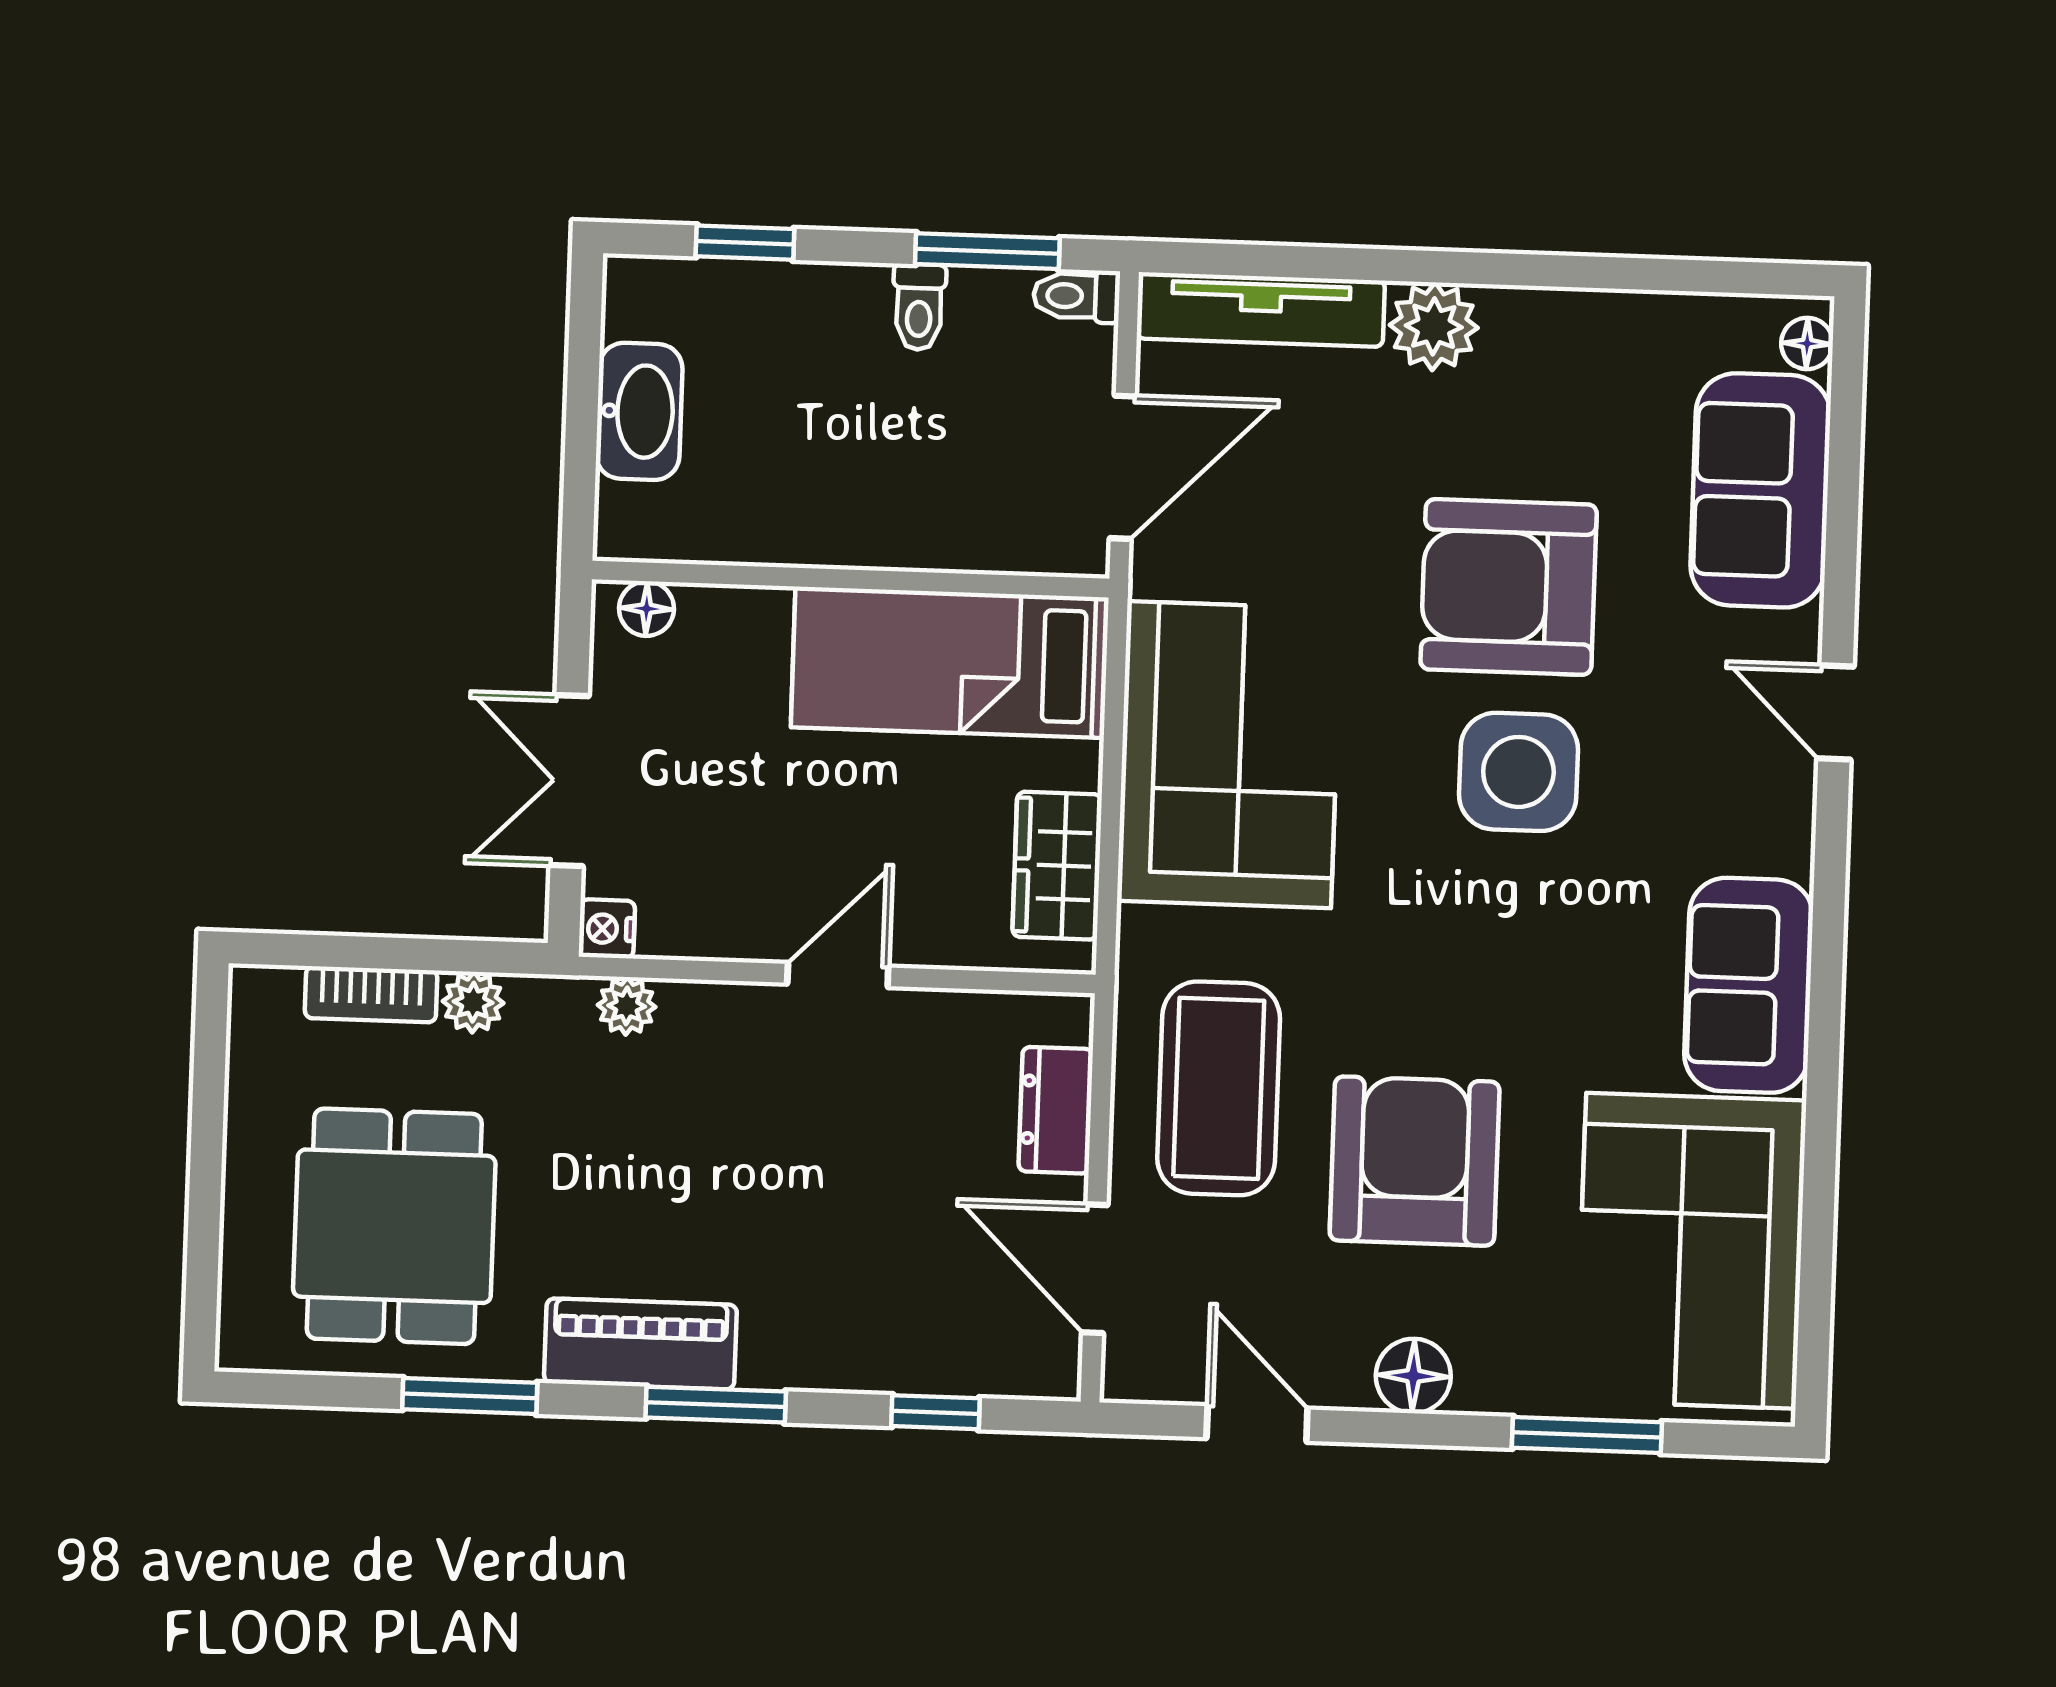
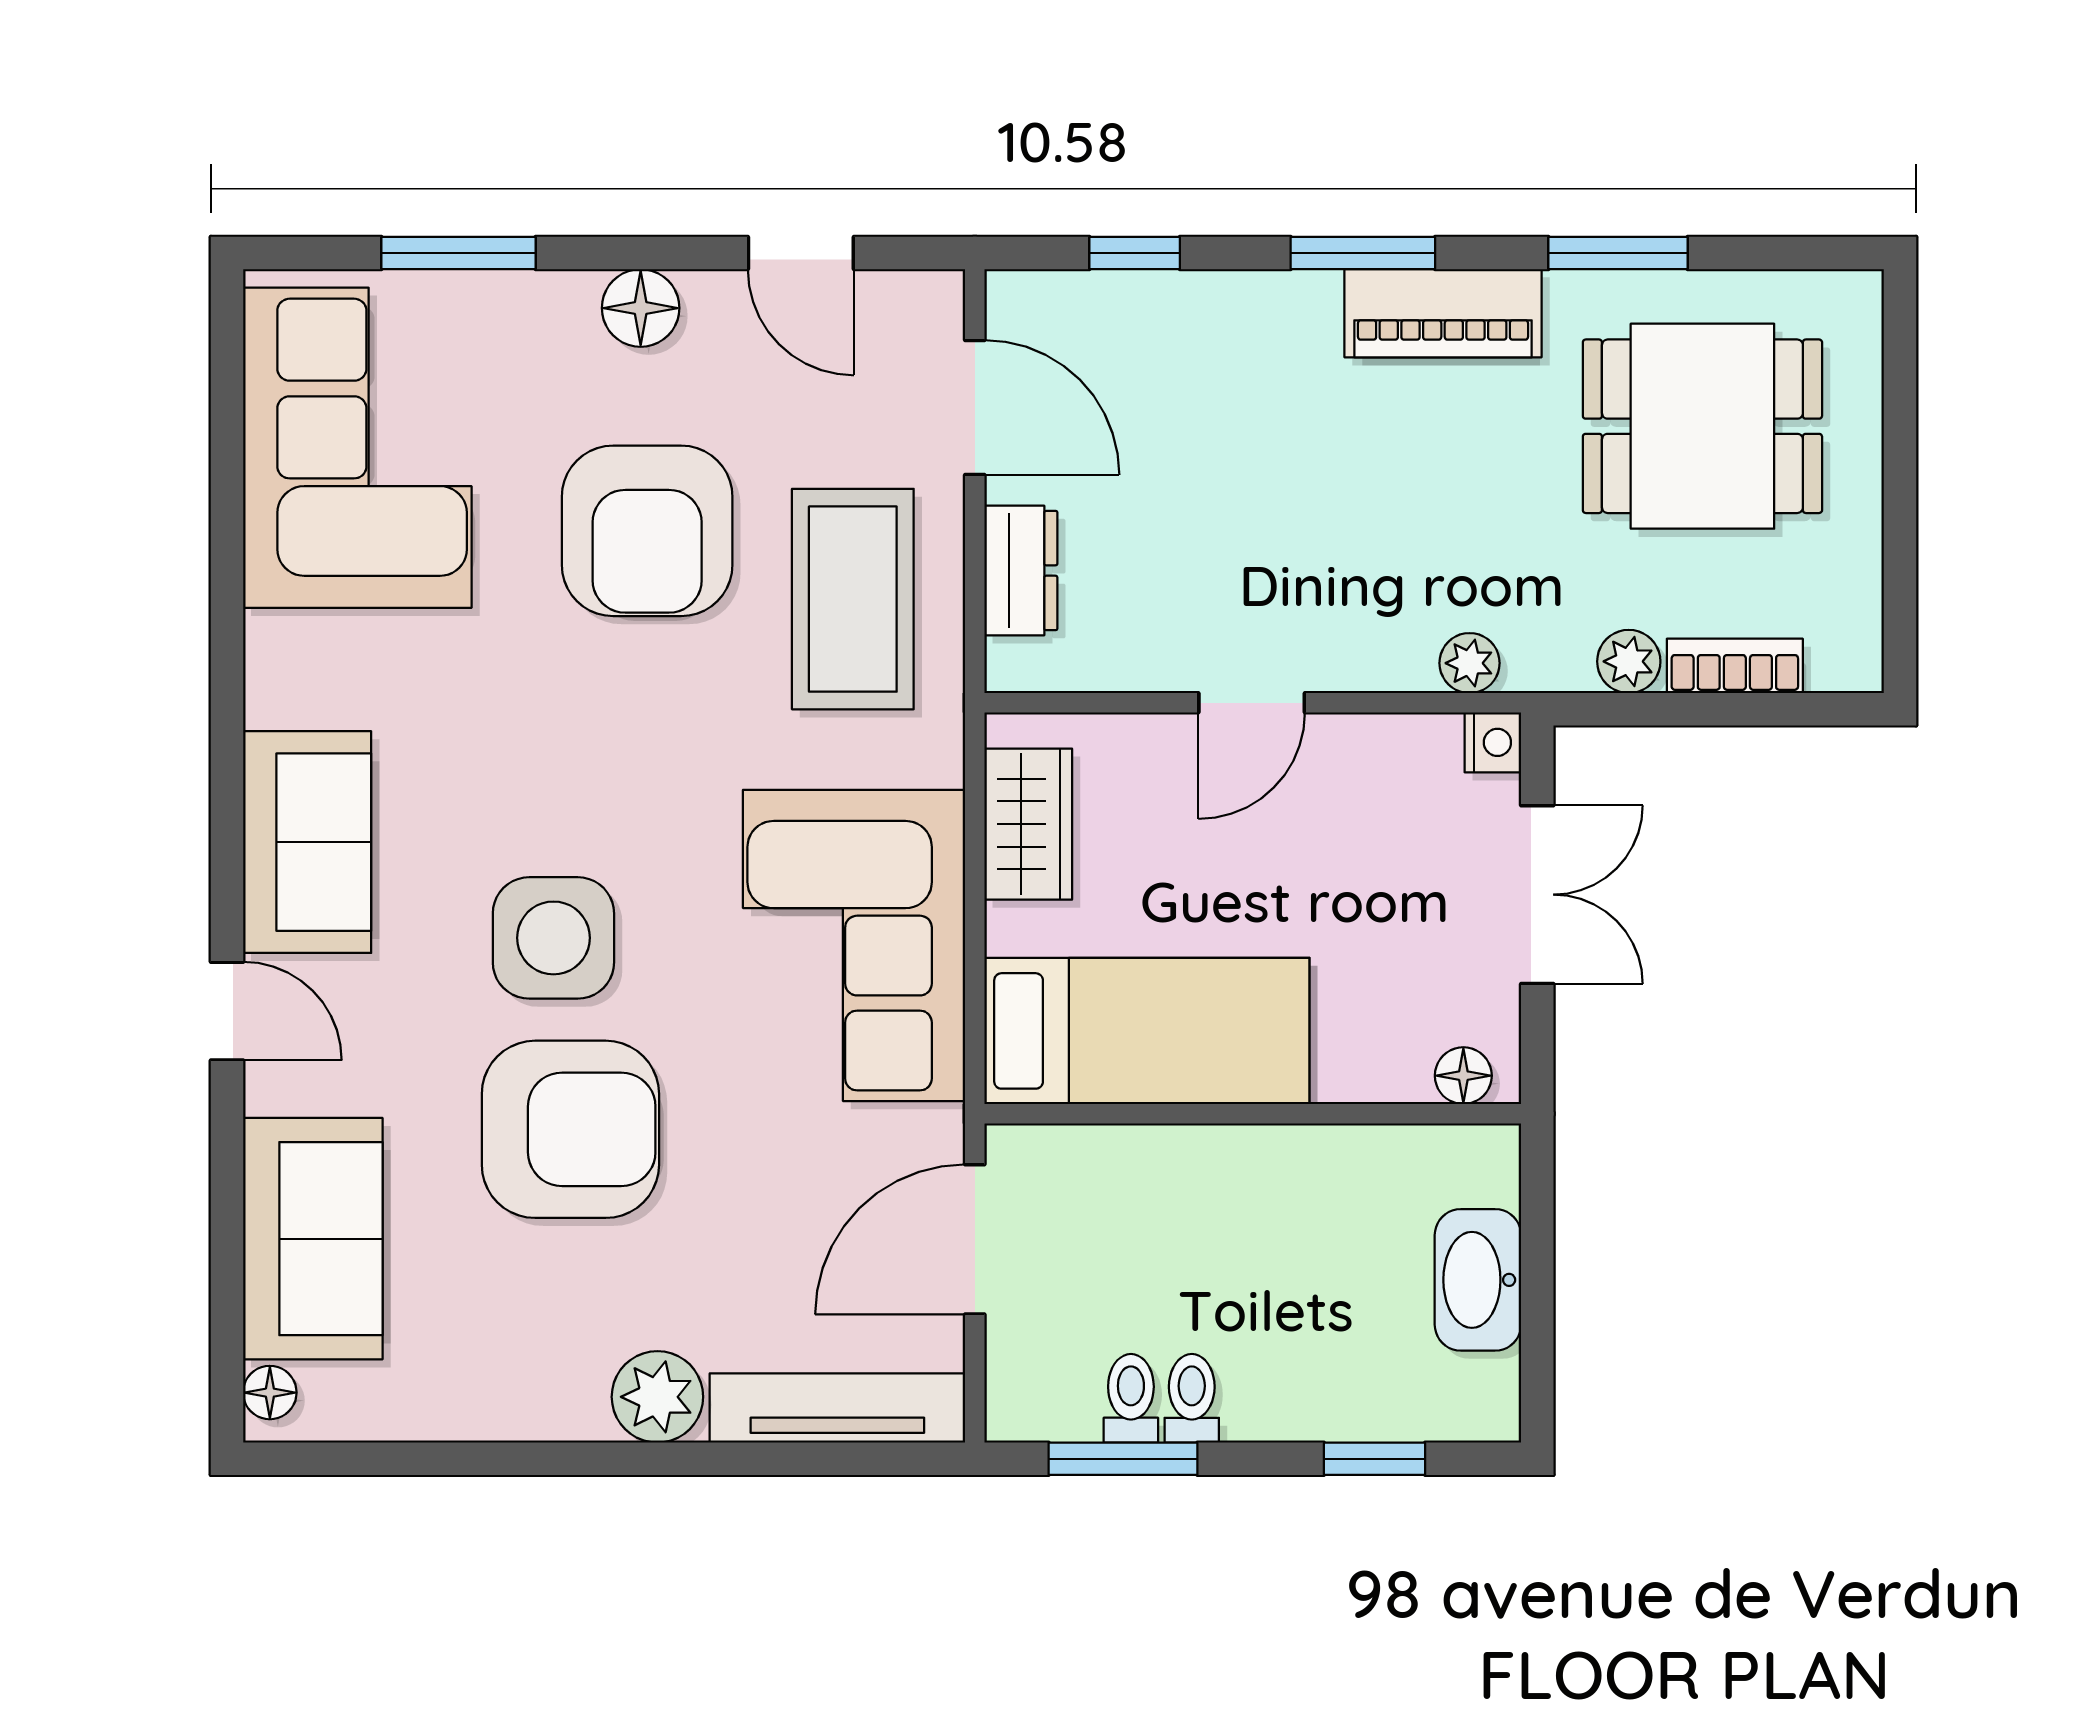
toilet: (1077, 296) -> (1131, 1398), moved, turned -90
sofa: (1749, 985) -> (307, 842), moved
dining table: (394, 1226) -> (1702, 426), turned 90

